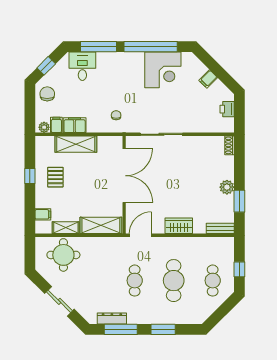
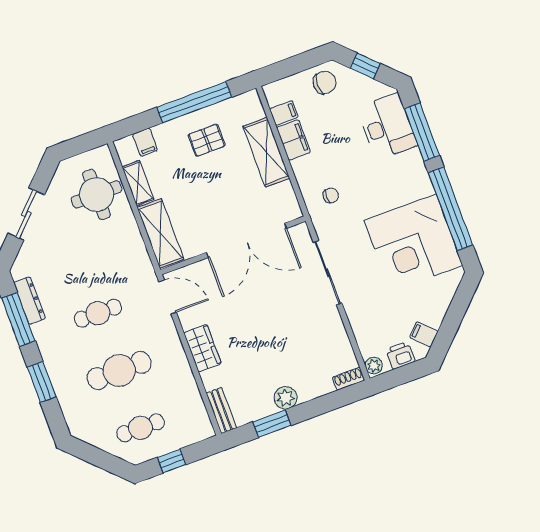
desk: (82, 66) -> (387, 127), width x1.37
corner desk: (163, 70) -> (413, 243), width x1.36, depth x1.36
filing cabinet: (208, 79) -> (424, 334), moved
plant: (44, 127) -> (374, 366), moved
window: (30, 176) -> (194, 102), width x3.17

